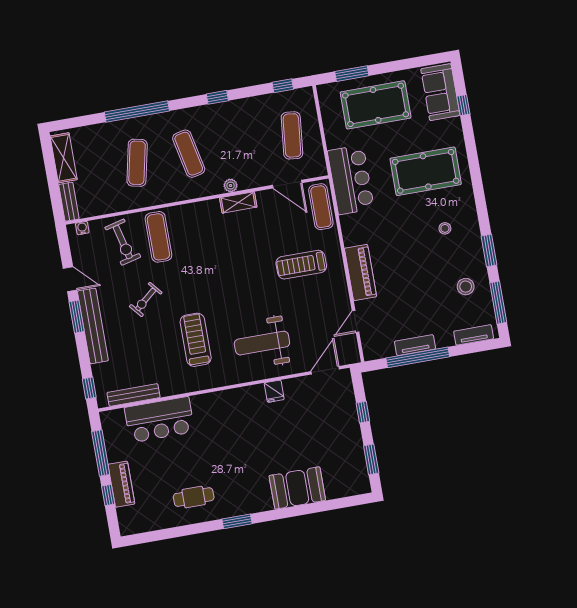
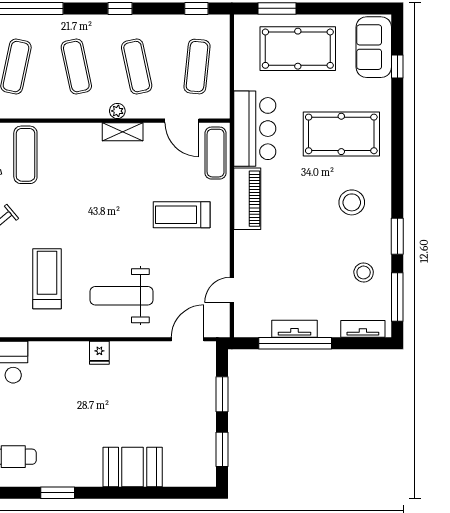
exercise mat: (240, 145) -> (137, 67), added
stool: (445, 228) -> (352, 202), width x1.89, depth x1.89
piano: (360, 272) -> (247, 199), moved
fridge: (274, 391) -> (99, 353), moved
window: (363, 412) -> (222, 394), width x1.50

